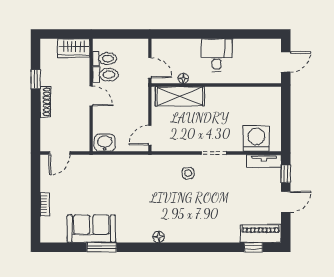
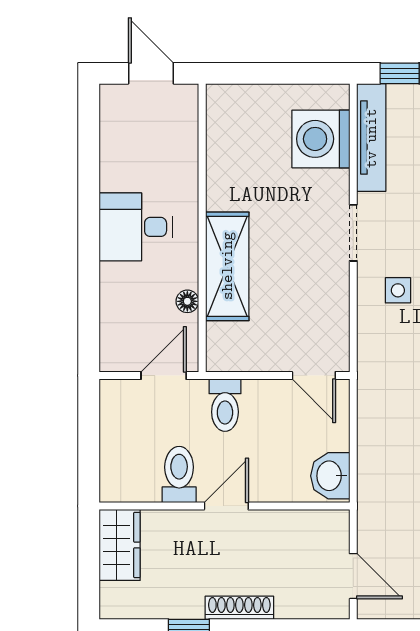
toilet: (105, 59) -> (225, 405), moved, turned 180
shelving: (180, 96) -> (227, 266), moved
tv unit: (264, 161) -> (371, 138), width x1.41

